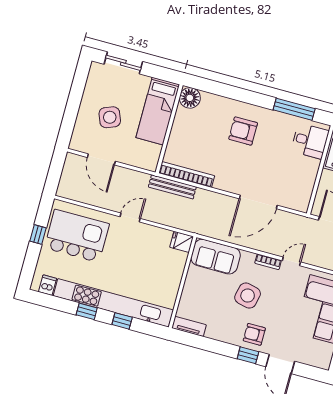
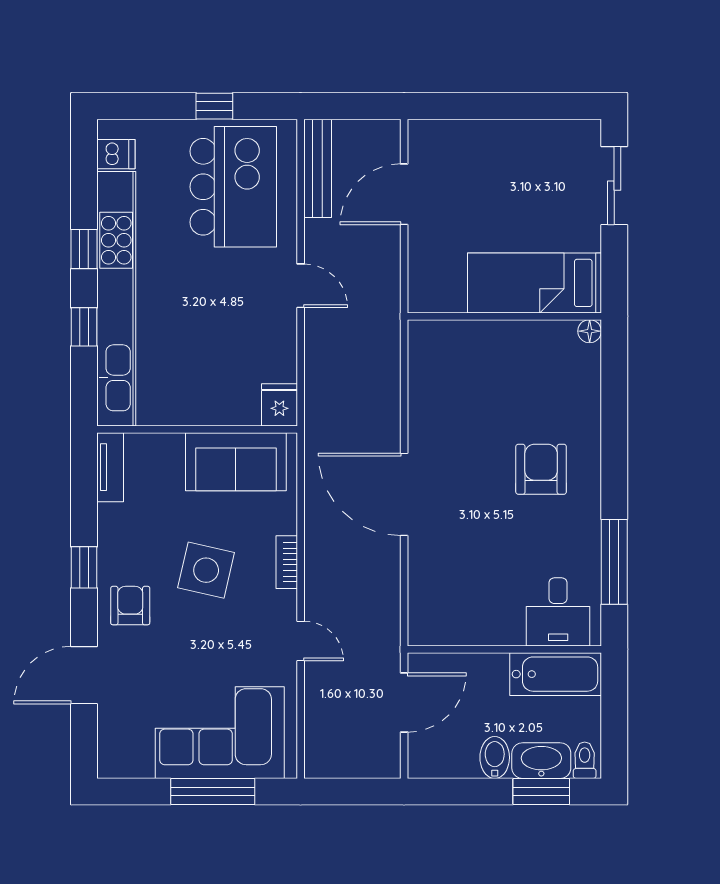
floor lamp: (190, 98) -> (590, 331), width x0.53, depth x0.53
side table: (110, 117) -> (495, 188), removed
bookcase: (187, 174) -> (420, 378), removed
bench: (172, 187) -> (318, 168), moved
door: (258, 202) -> (404, 494), moved
sofa: (216, 257) -> (236, 462), moved, turned -90
bookcase: (268, 262) -> (287, 562), moved
window: (248, 355) -> (84, 567), moved

